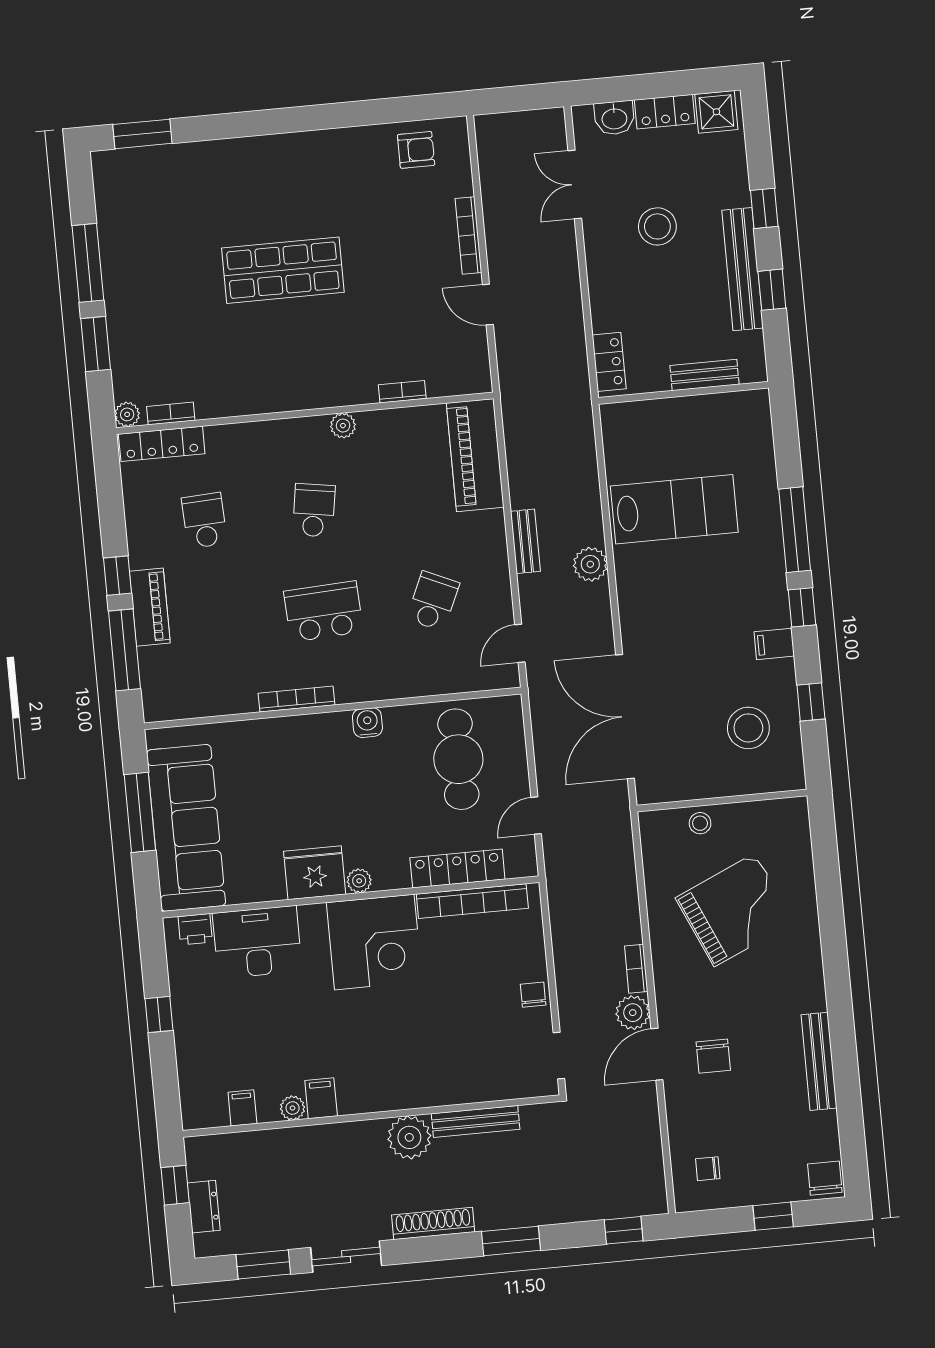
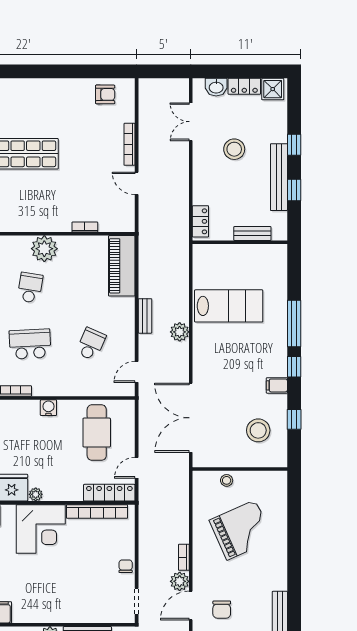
plant: (343, 426) -> (44, 249), width x1.88, depth x1.88
locker: (457, 868) -> (109, 493), moved

